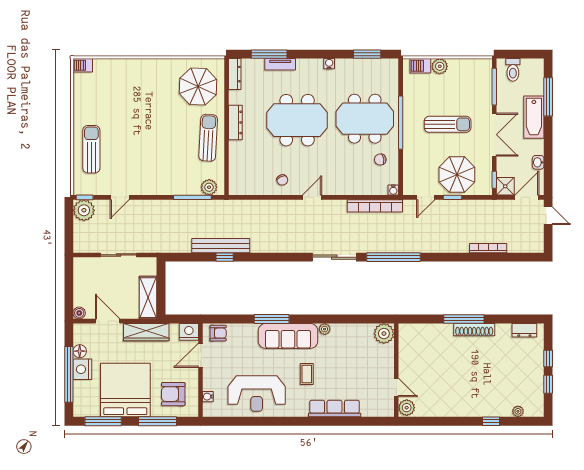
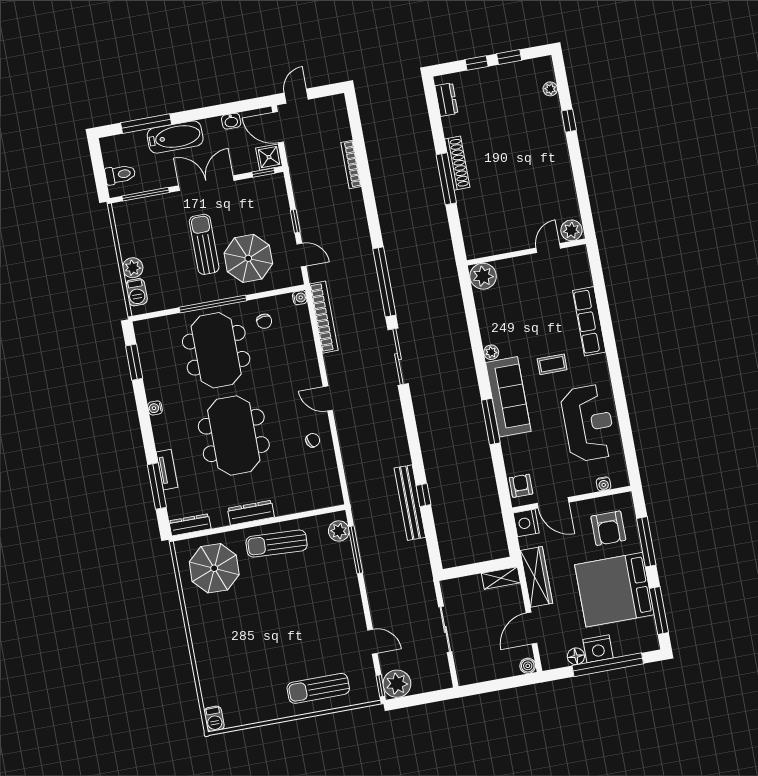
parasol: (457, 175) -> (248, 258), moved
shelving: (148, 298) -> (501, 578), width x0.67, depth x0.75

